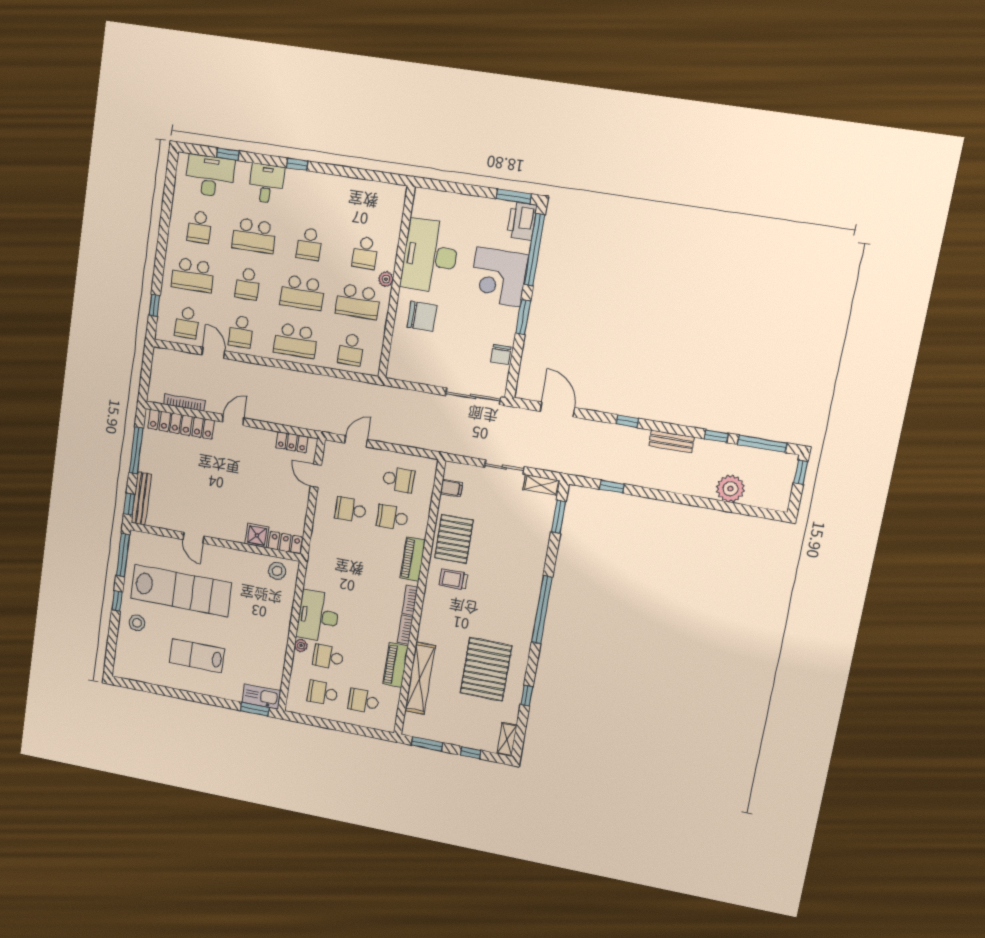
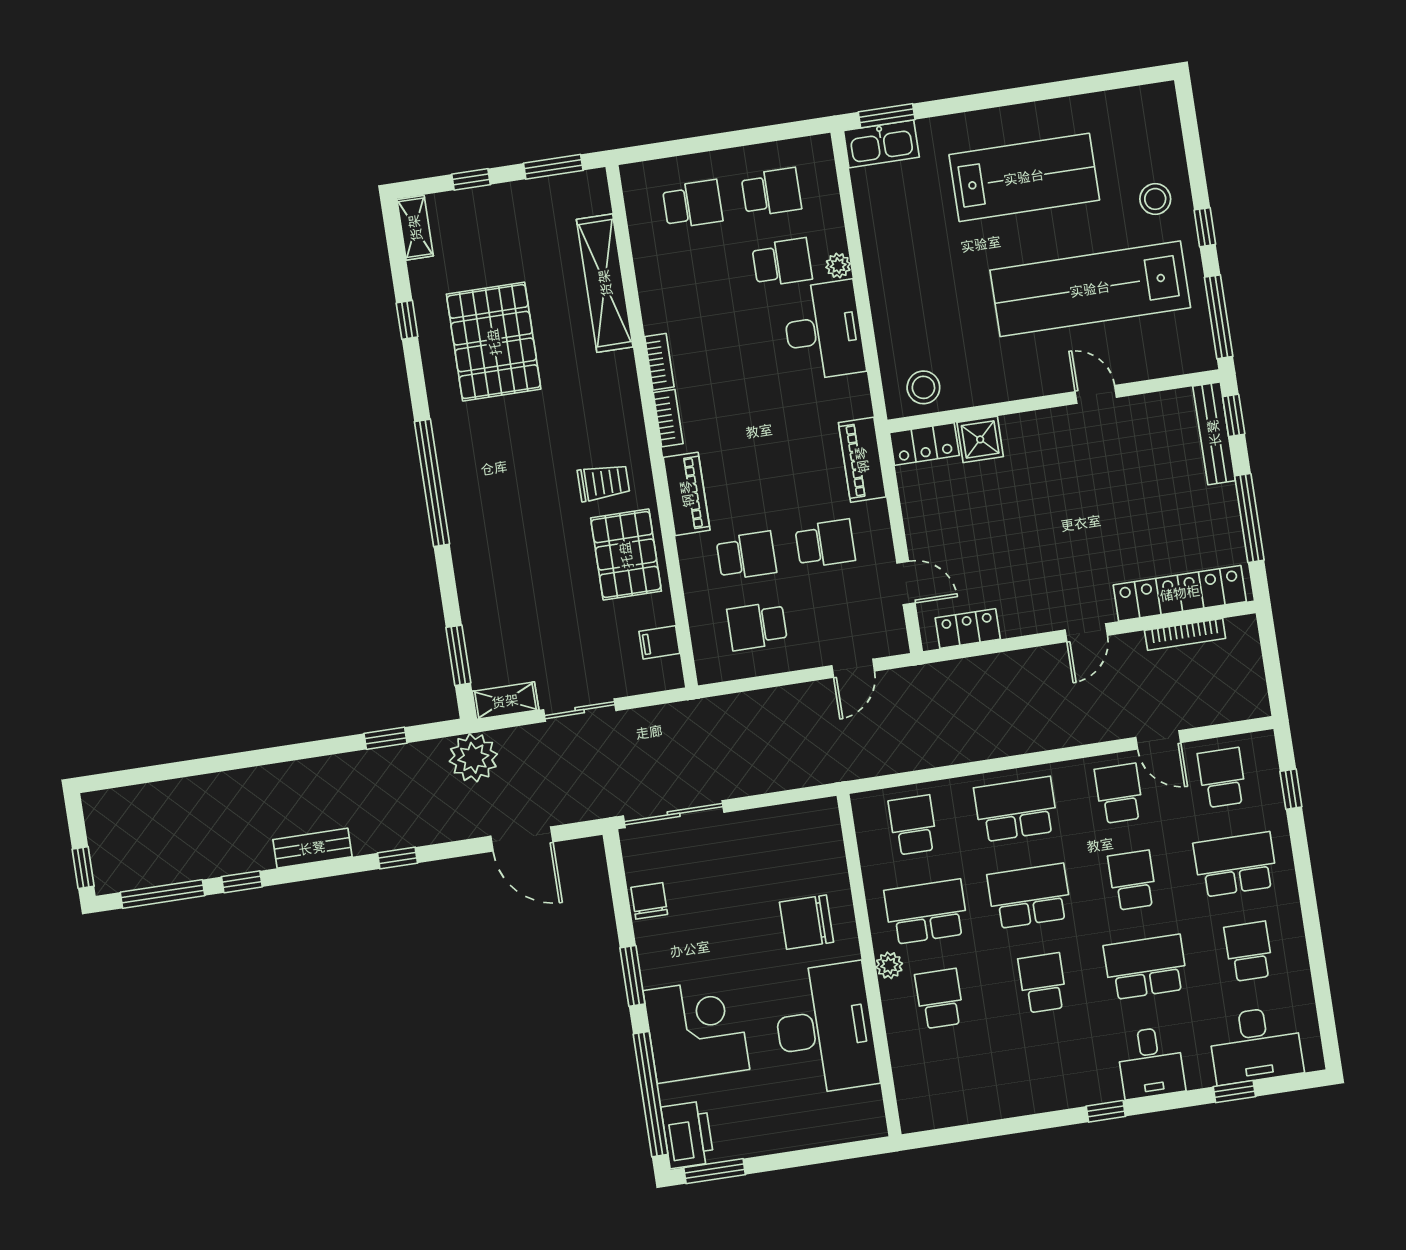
plant: (730, 489) -> (473, 758), moved
lab bench: (197, 656) -> (1024, 177), width x1.36, depth x1.39
piano: (396, 665) -> (862, 460), moved, turned 180

